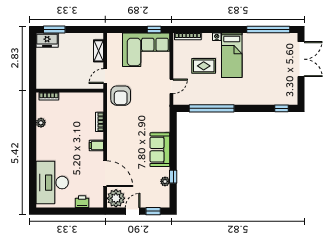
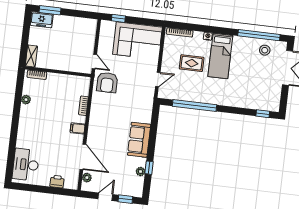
window: (154, 30) -> (118, 18), moved
stool: (276, 44) -> (265, 50), added
shelving: (99, 51) -> (31, 56), moved
door: (105, 76) -> (94, 62), swing flipped
desk: (52, 183) -> (26, 165), width x0.73, depth x0.77
plant: (116, 198) -> (87, 178), width x0.53, depth x0.53

